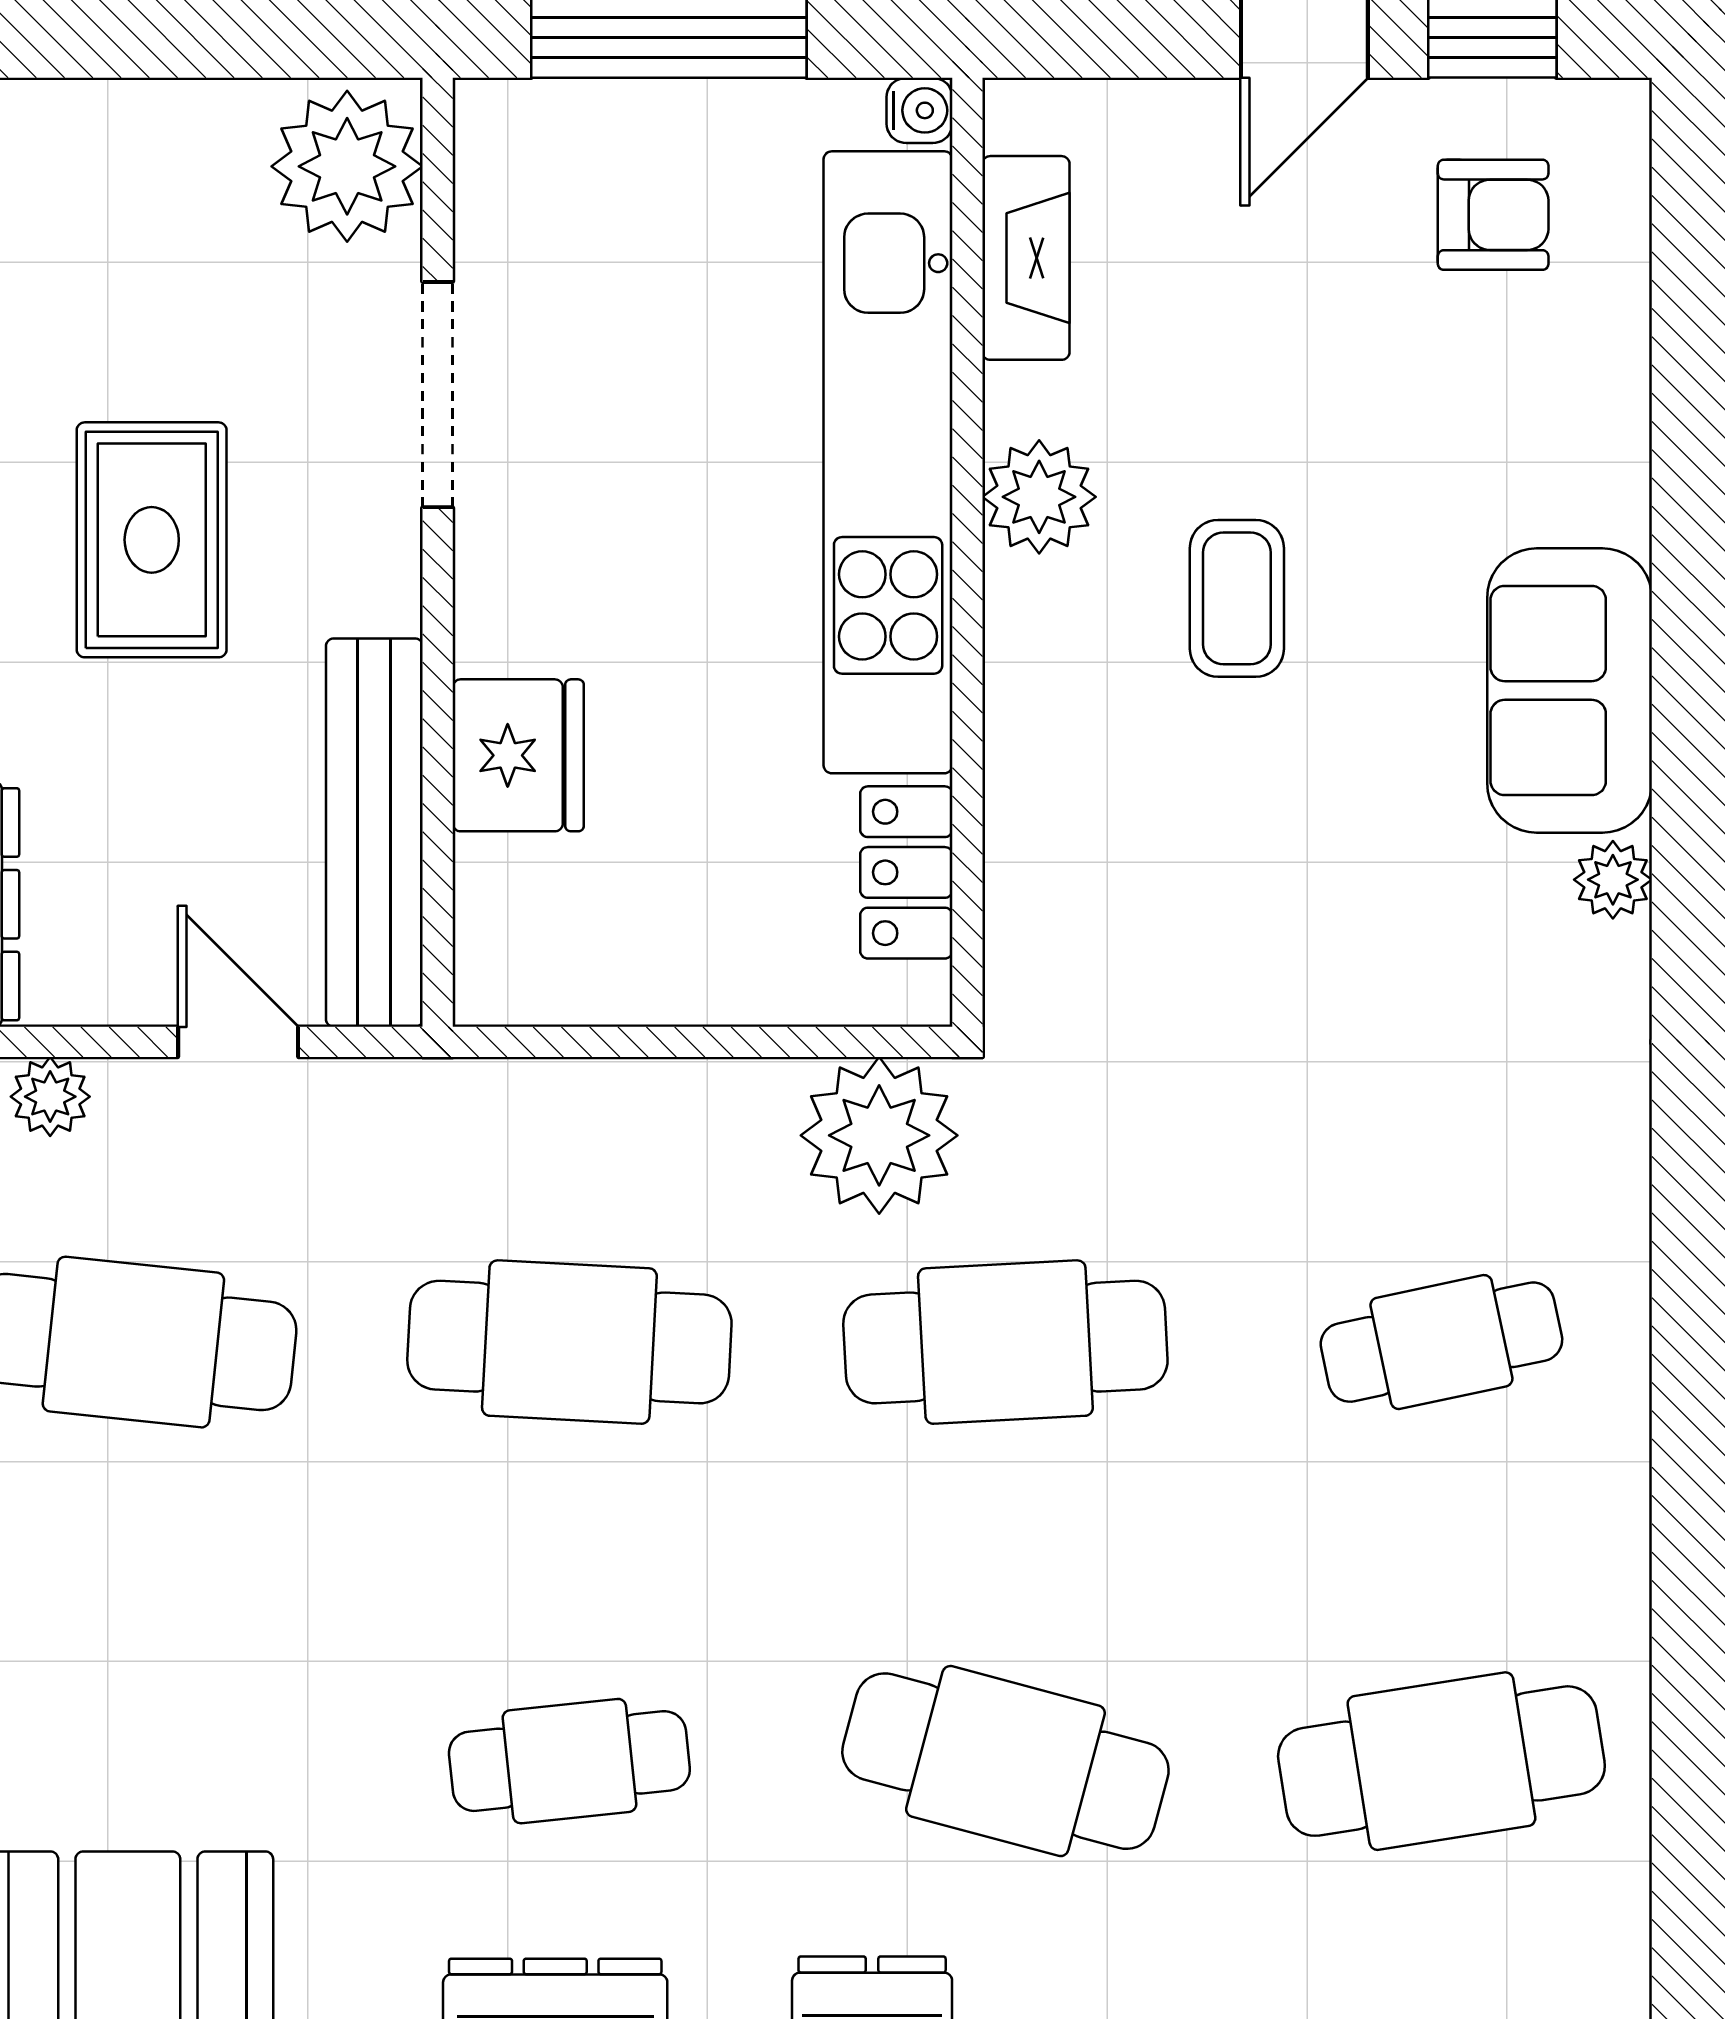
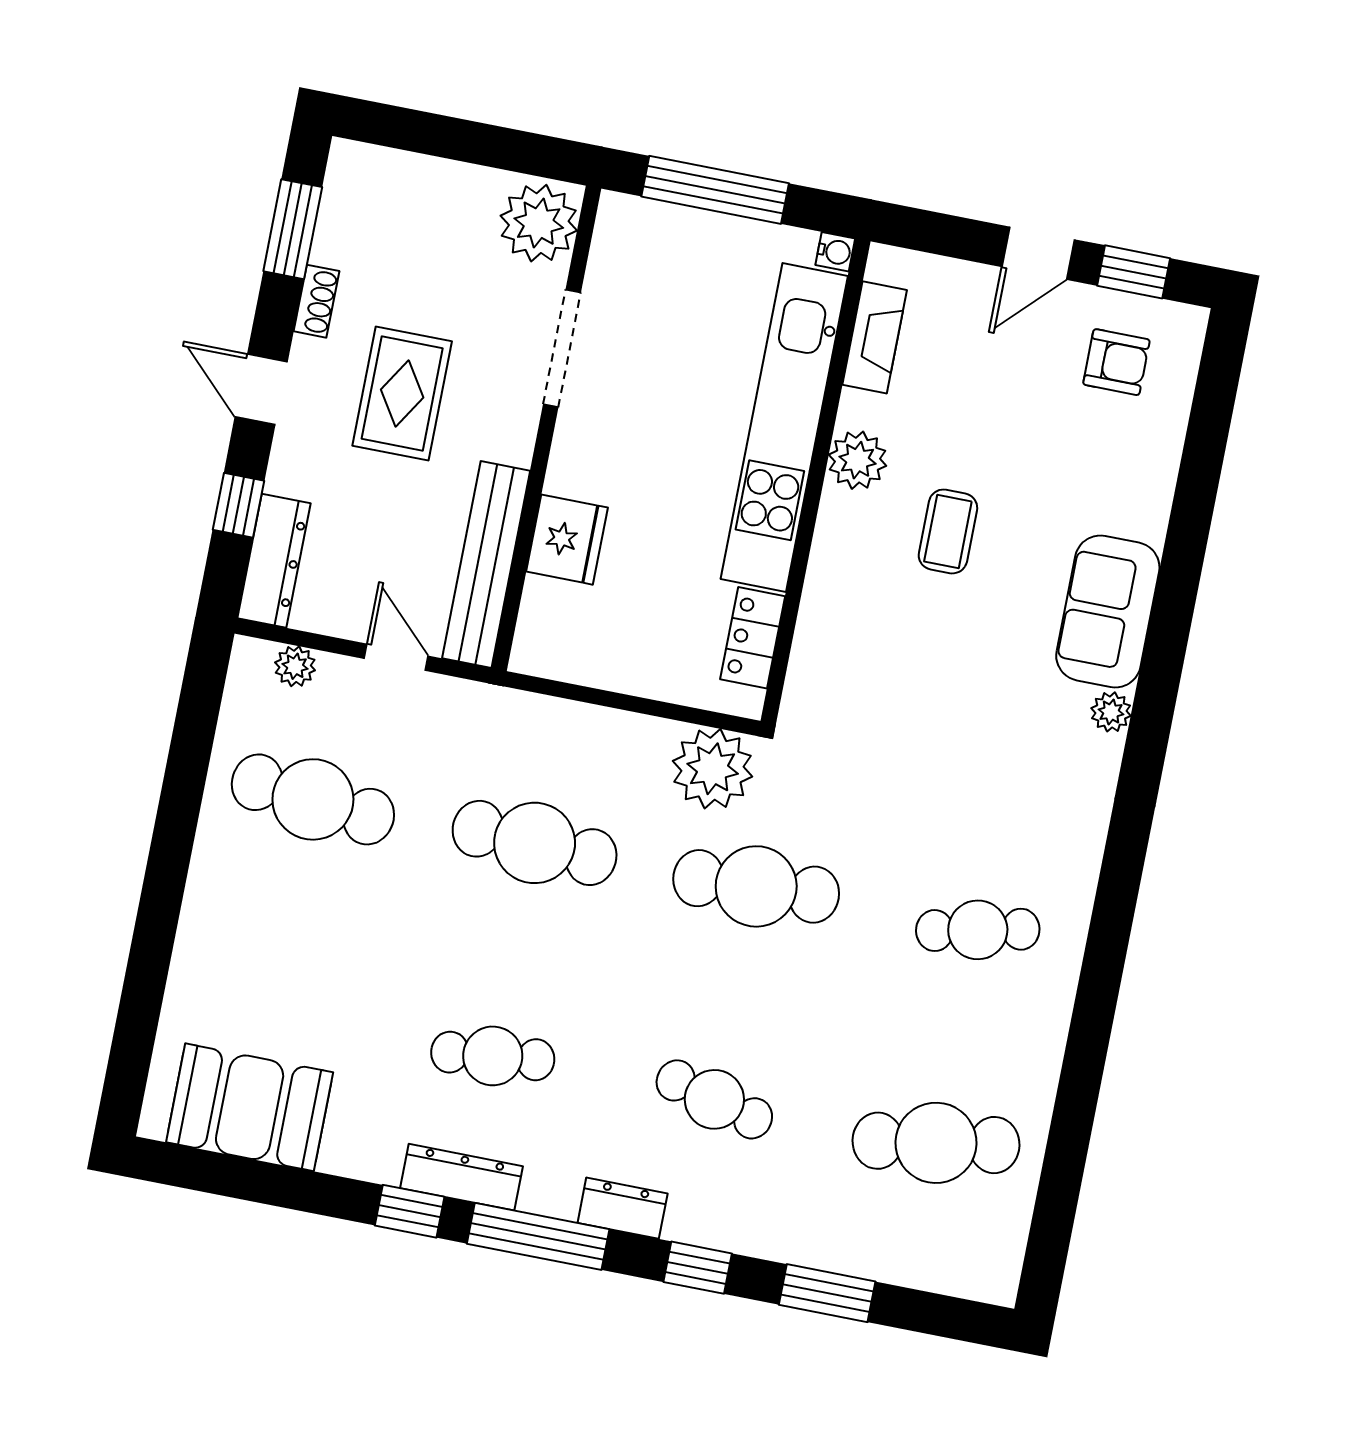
cafe table: (1005, 1761) -> (714, 1099), width x0.73, depth x0.74

